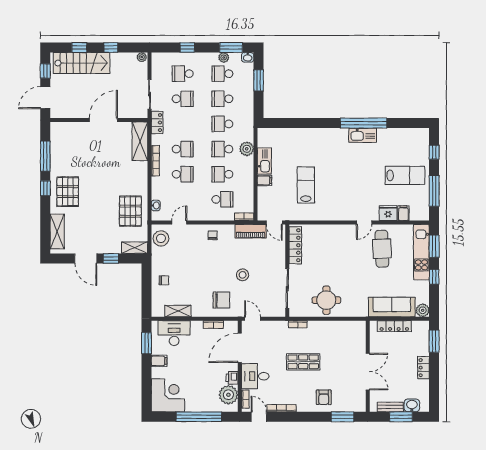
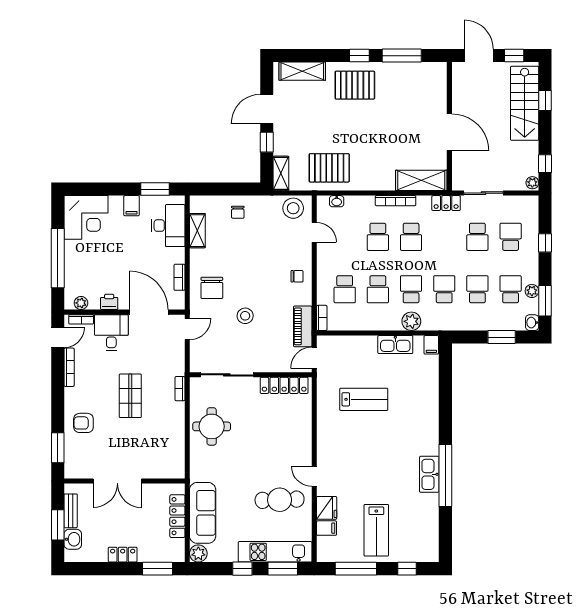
window: (111, 48) -> (545, 164), moved
school desk: (222, 174) -> (378, 289), turned 180
filing cabinet: (265, 180) -> (431, 345), moved
plant: (228, 395) -> (81, 303), width x0.53, depth x0.53

